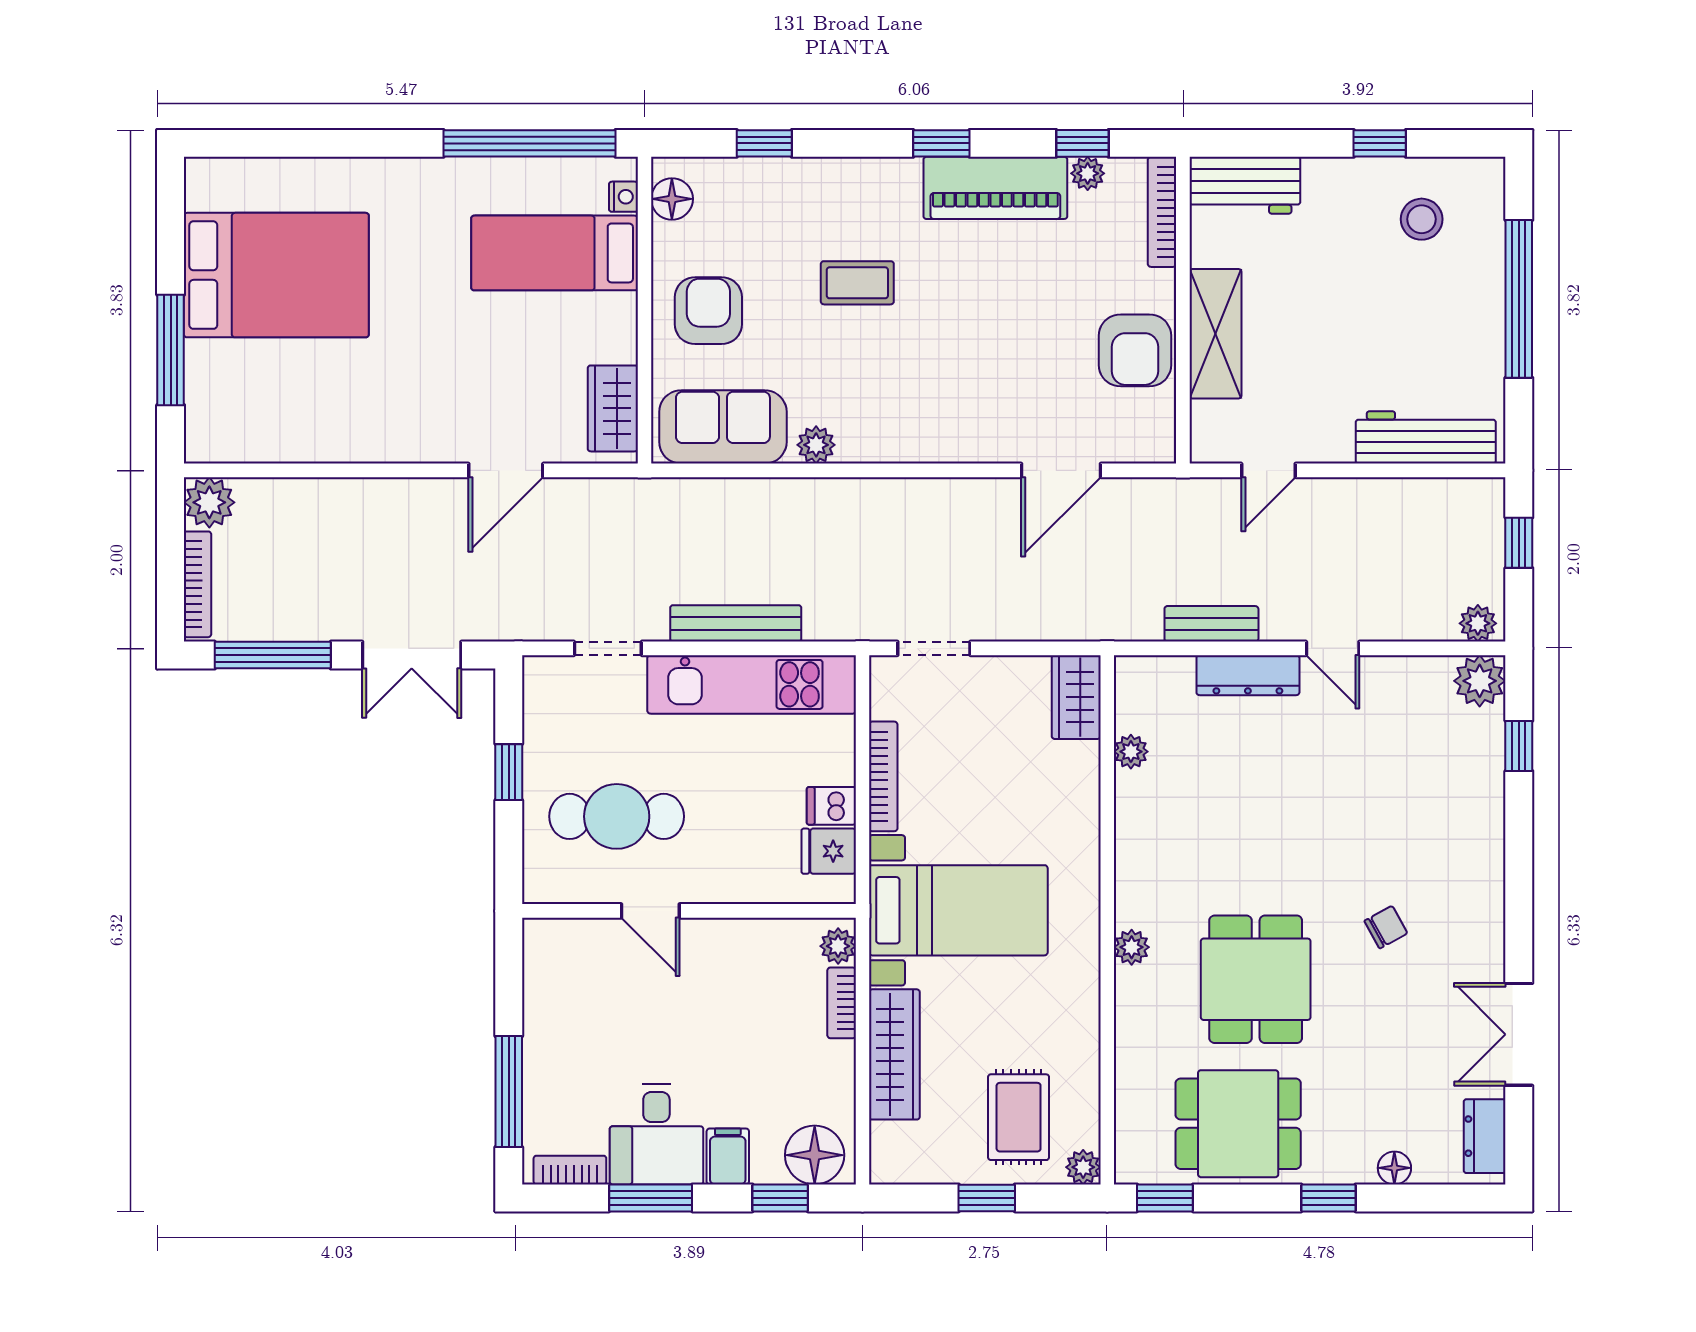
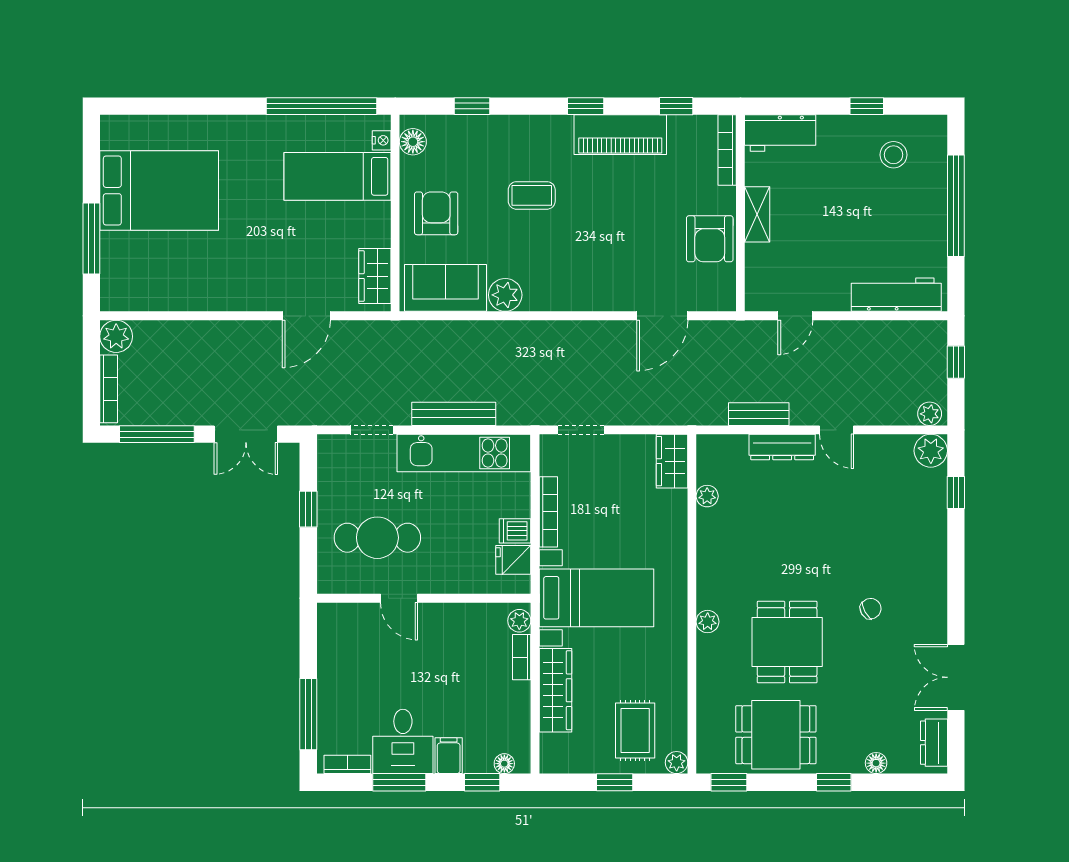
plant: (1088, 173) -> (679, 125), removed
shelving: (1215, 334) -> (757, 214), width x0.67, depth x0.75
plant: (816, 445) -> (505, 295), width x1.38, depth x1.38
floor lamp: (815, 1155) -> (504, 764), width x0.53, depth x0.53

